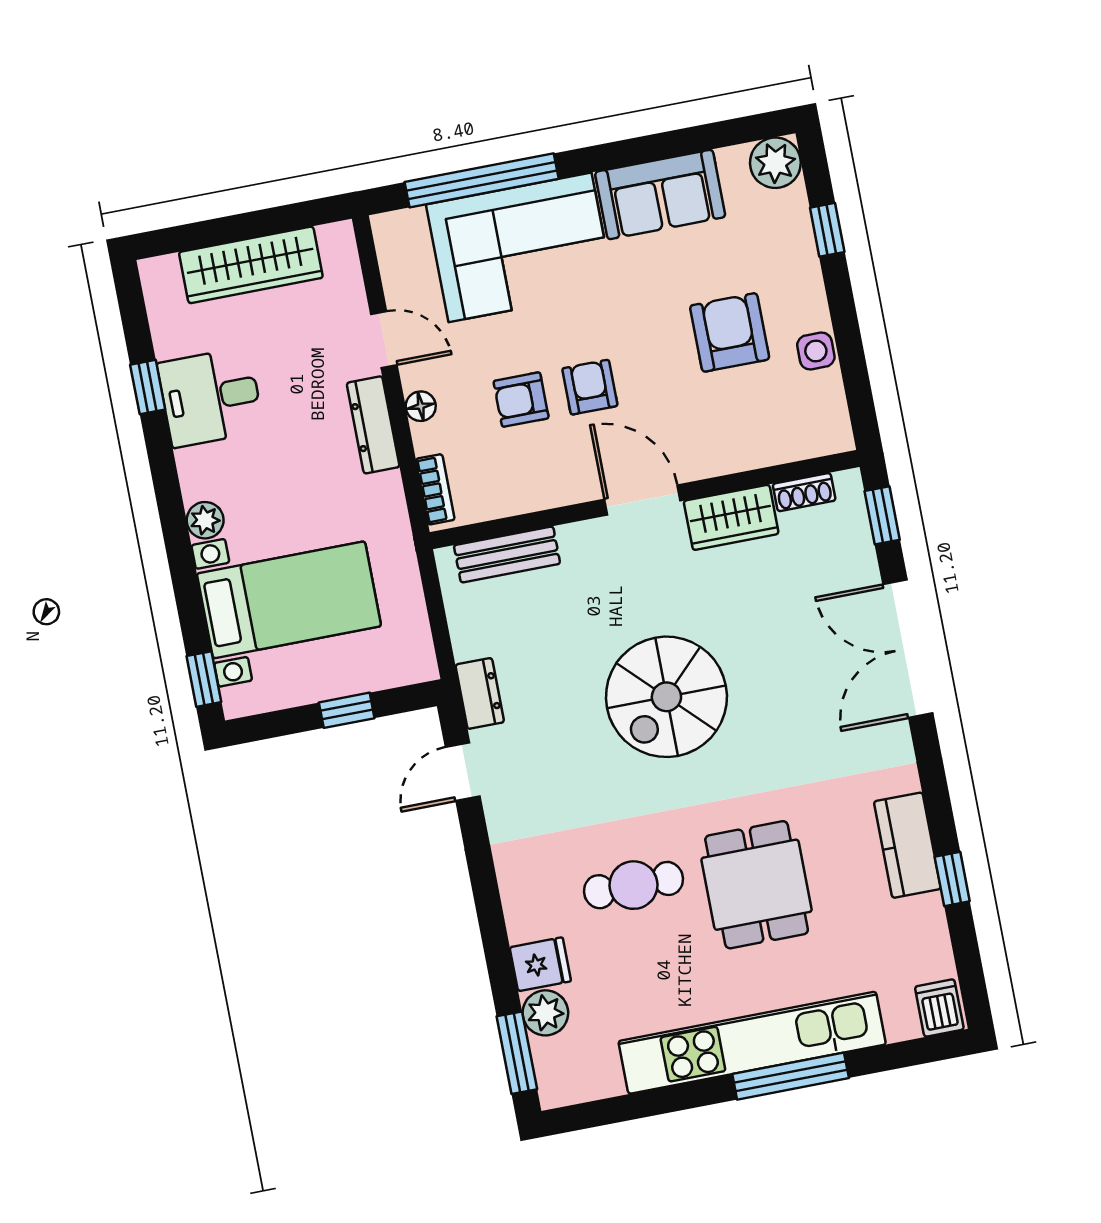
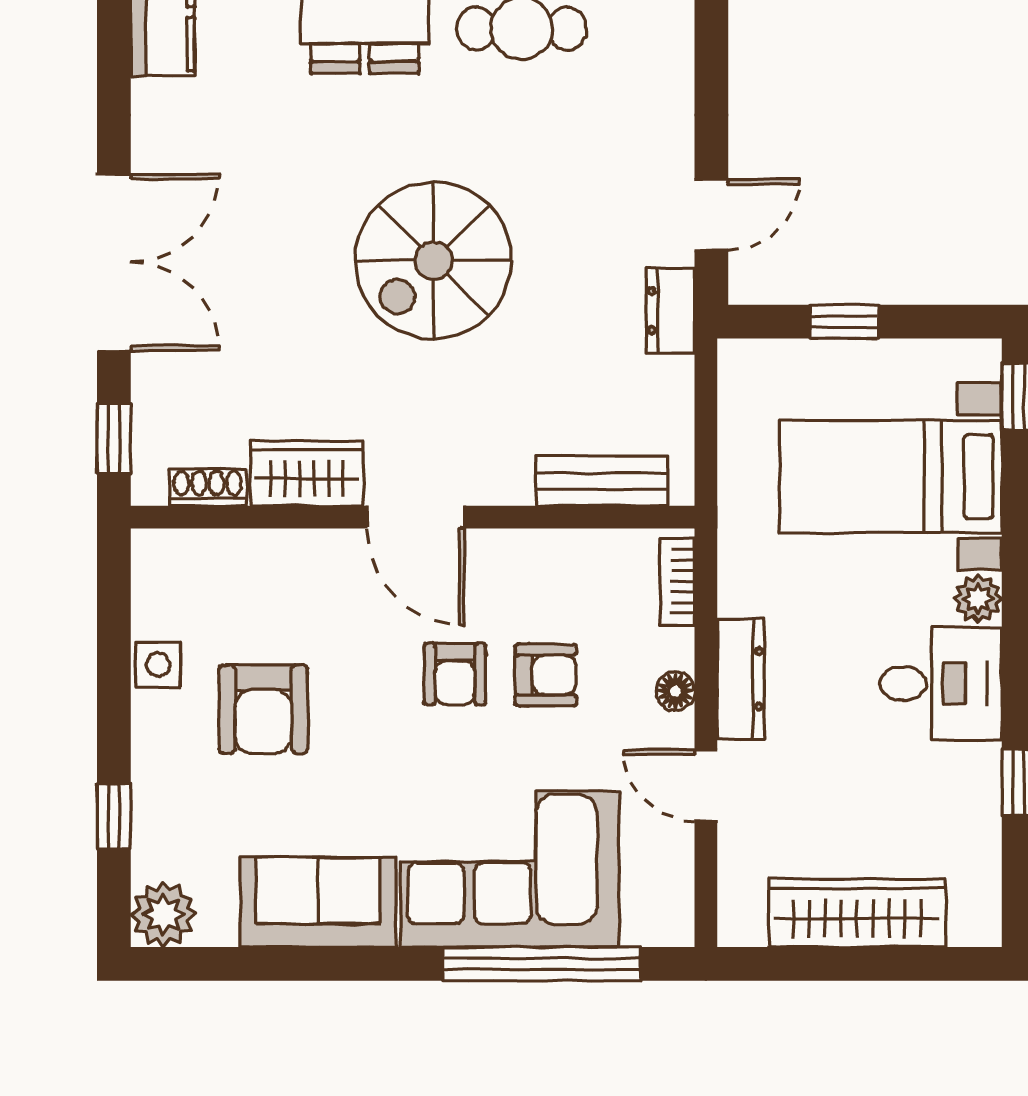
desk: (211, 397) -> (941, 684), moved
spiral stairs: (666, 697) -> (433, 260), turned 180

